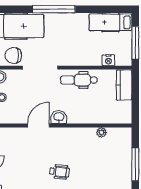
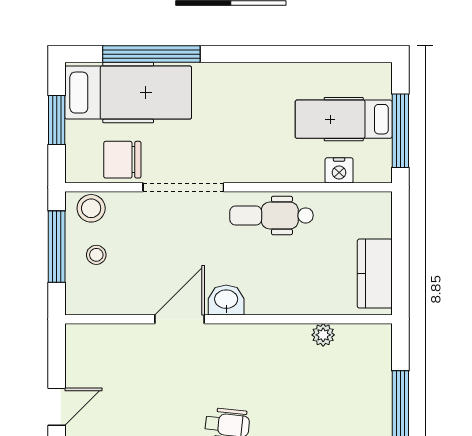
window: (54, 9) -> (151, 54), moved
hospital bed: (110, 22) -> (344, 119), moved
kitchen counter: (124, 85) -> (375, 274), moved

